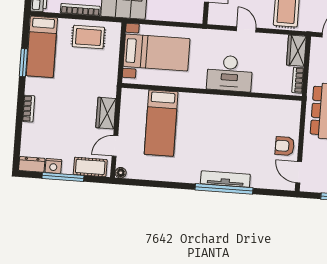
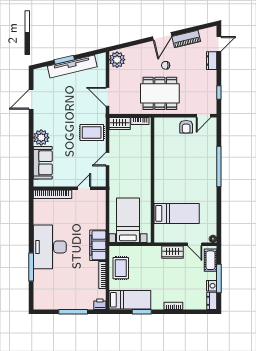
desk: (230, 73) -> (139, 169), removed
tv unit: (225, 179) -> (212, 166), removed

